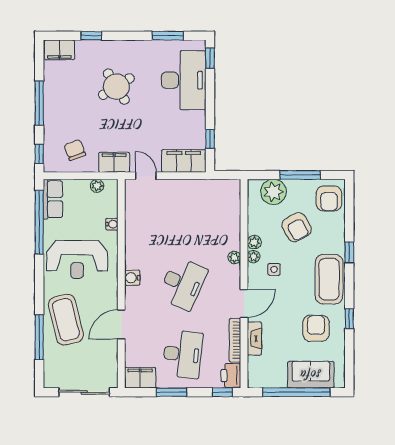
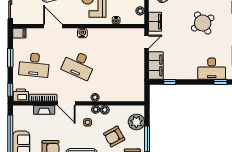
desk: (184, 80) -> (212, 69), width x0.73, depth x0.77
filing cabinet: (140, 378) -> (19, 33), width x0.50

